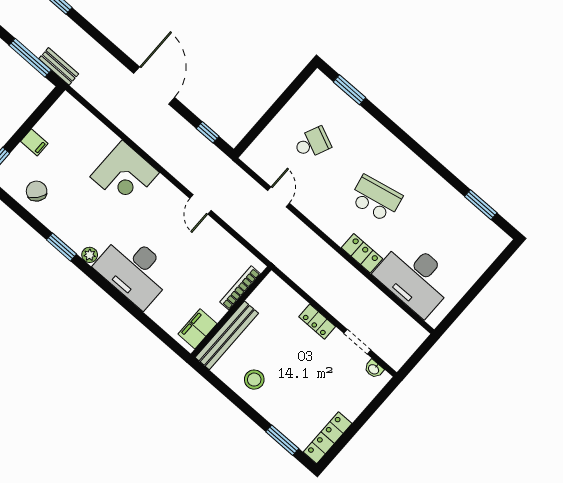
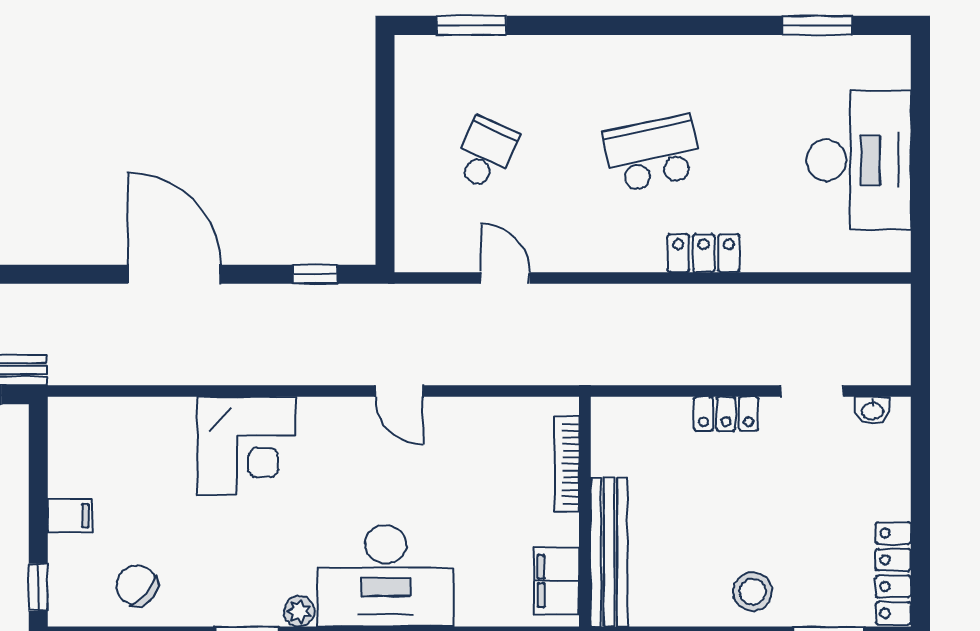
desk: (415, 278) -> (859, 160), moved, turned -90
stool: (254, 380) -> (753, 592), moved

